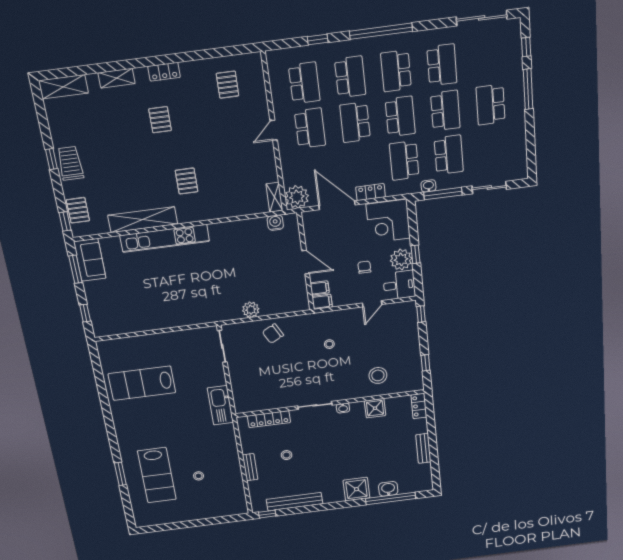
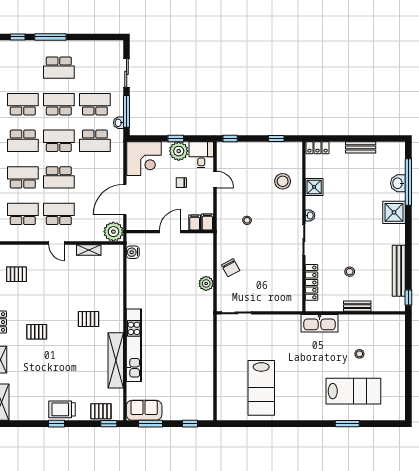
locker: (371, 192) -> (117, 171), removed
shelving: (274, 197) -> (89, 250), moved
kitchen sink: (220, 405) -> (319, 323), moved

